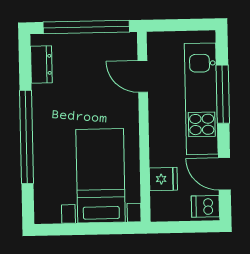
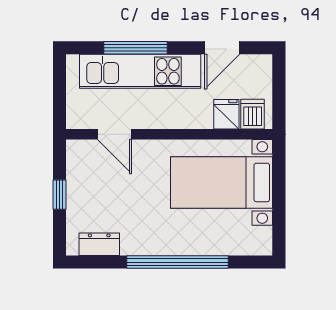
window: (86, 27) -> (59, 195), width x0.32
door: (143, 76) -> (114, 134), hinge flipped
dishwasher: (205, 206) -> (253, 114), moved, turned 180

